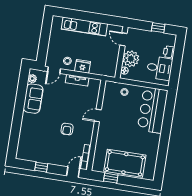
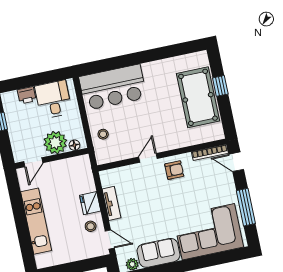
door: (98, 115) -> (148, 158), swing flipped
armchair: (67, 129) -> (174, 170), moved
corner sofa: (34, 136) -> (208, 232), added
window: (41, 167) -> (246, 207), width x2.17
window: (111, 178) -> (220, 86), moved

